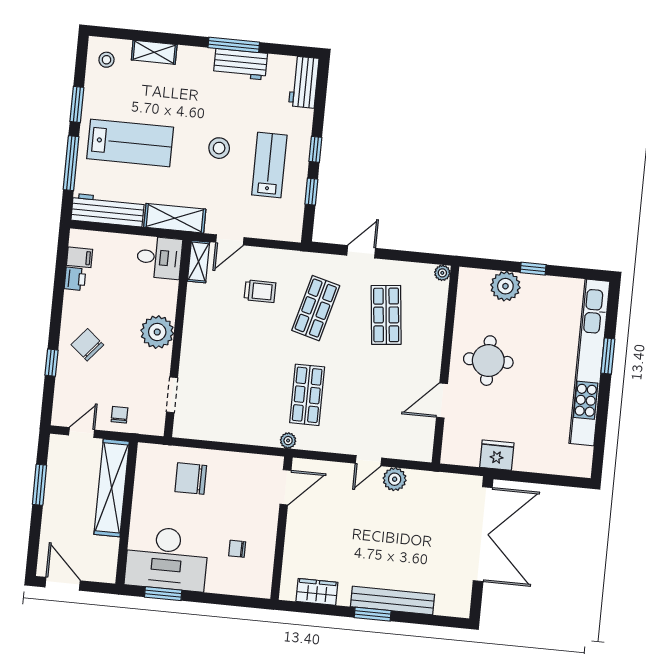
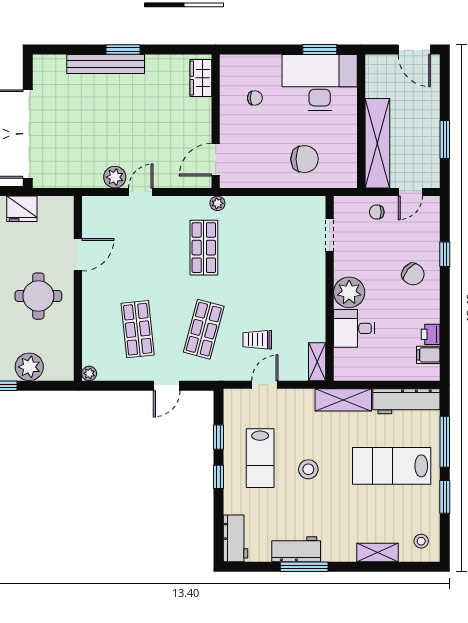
door: (230, 240) -> (265, 385), moved
desk: (159, 258) -> (354, 328), moved
chair: (119, 415) -> (377, 212), turned 90
wardrobe: (317, 592) -> (201, 78), moved, turned 90

